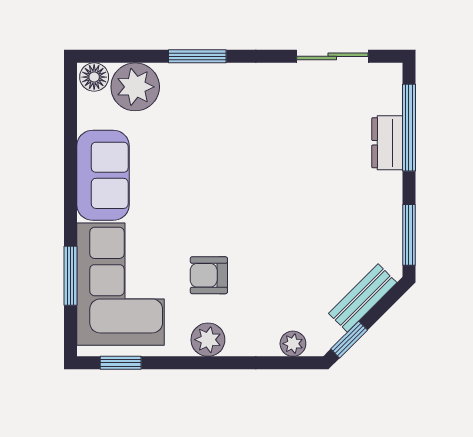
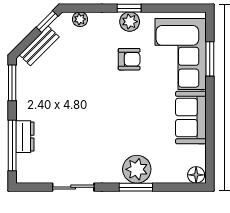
sliding door: (332, 56) -> (73, 187), moved
plant: (135, 87) -> (137, 169), moved
window: (121, 363) -> (129, 8), moved

